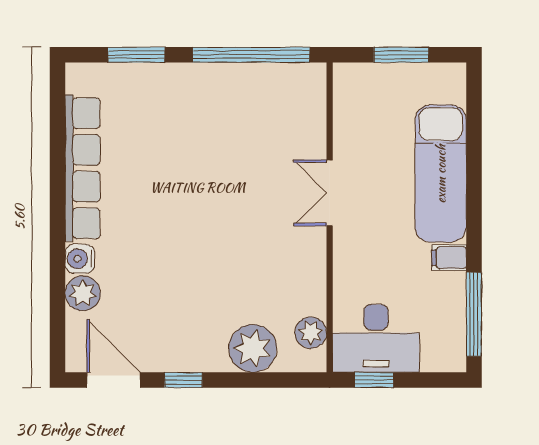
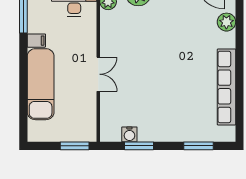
window: (251, 55) -> (139, 146), width x0.47
window: (401, 55) -> (75, 146), moved
water cooler: (80, 259) -> (129, 134), moved, turned 90

